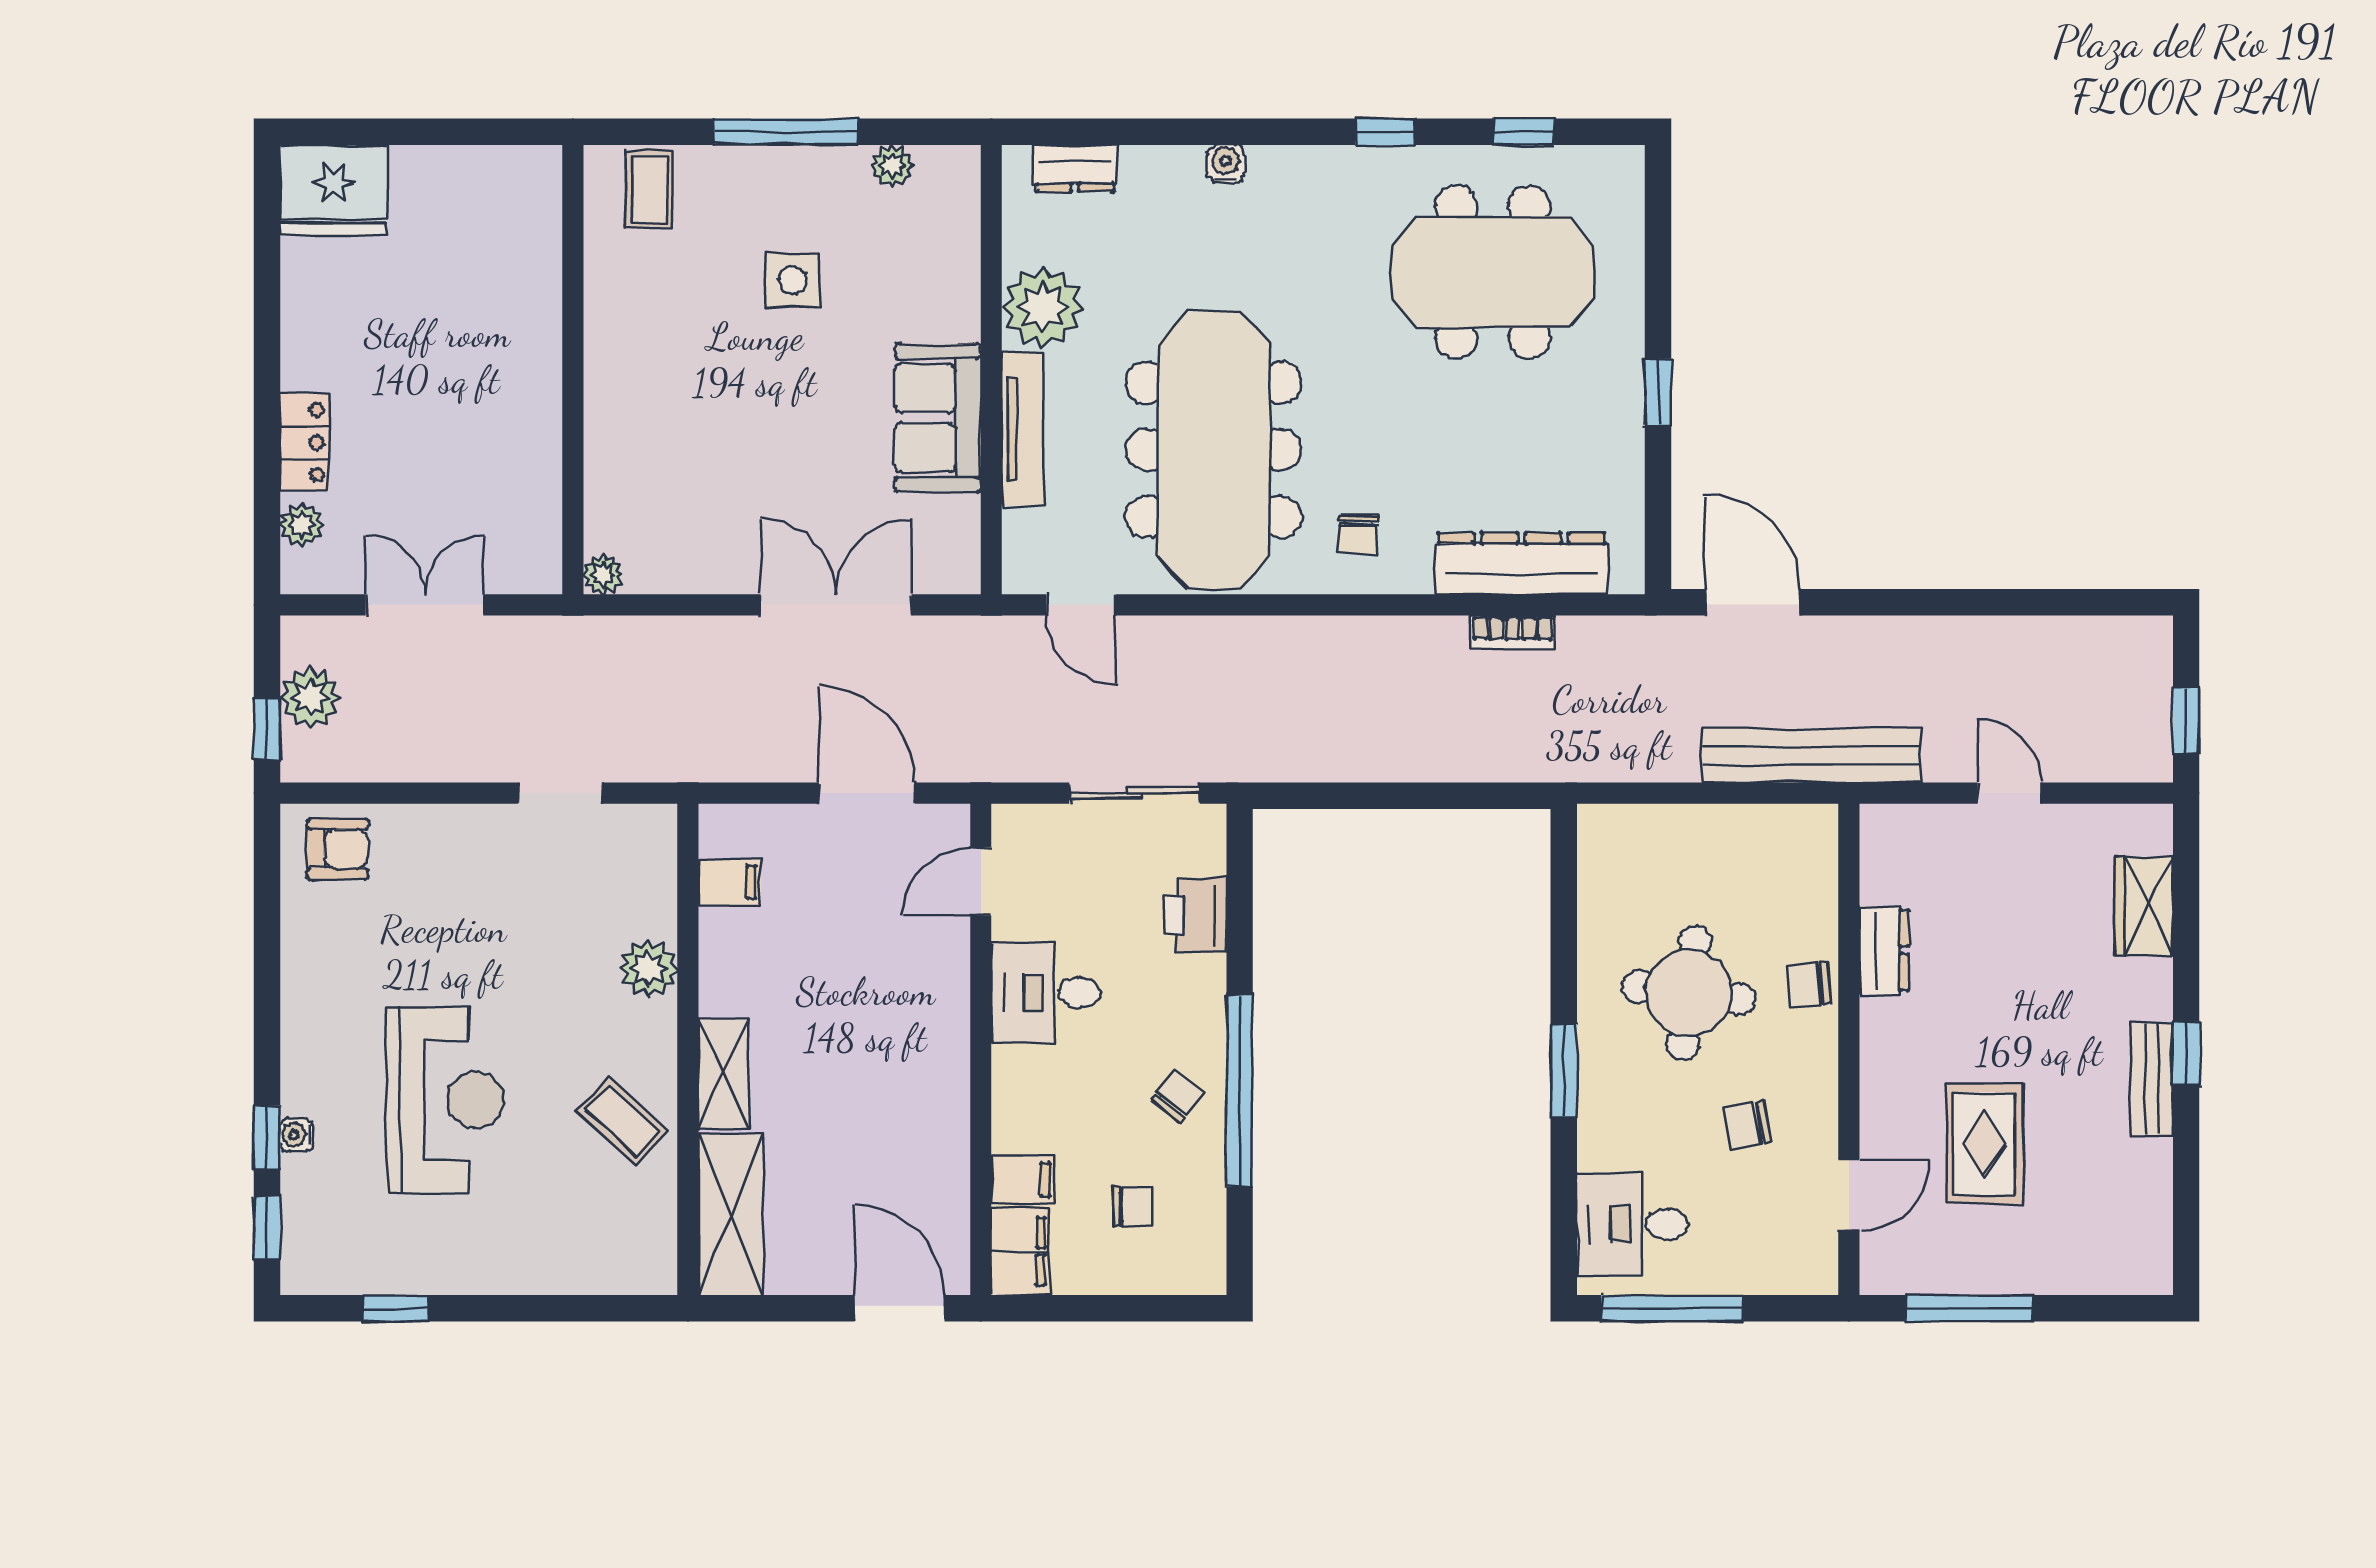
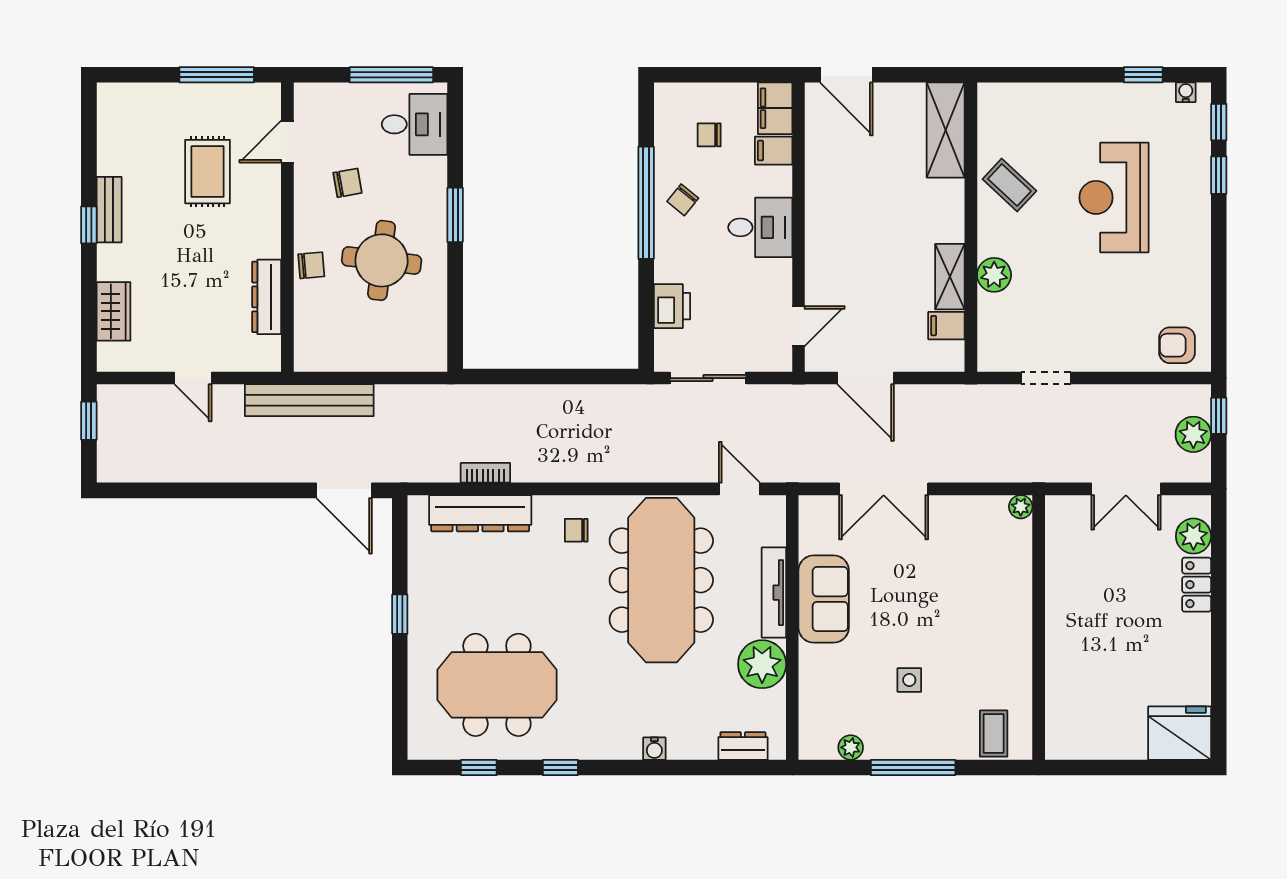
side table: (792, 280) -> (909, 680), width x0.73, depth x0.73
plant: (302, 525) -> (1193, 536), width x1.38, depth x1.38
chair: (1358, 535) -> (576, 530), turned -92
dresser: (1884, 950) -> (267, 297), width x1.44
desk: (1046, 993) -> (760, 227), moved
shelving: (723, 1074) -> (950, 277), moved
water cooler: (297, 1135) -> (1186, 92), moved, turned -90

